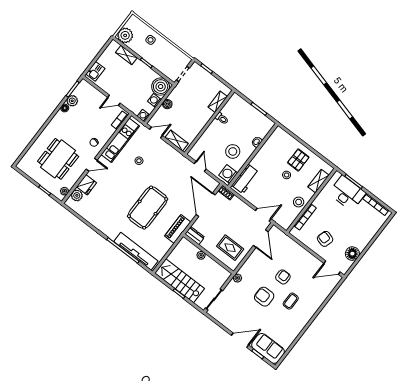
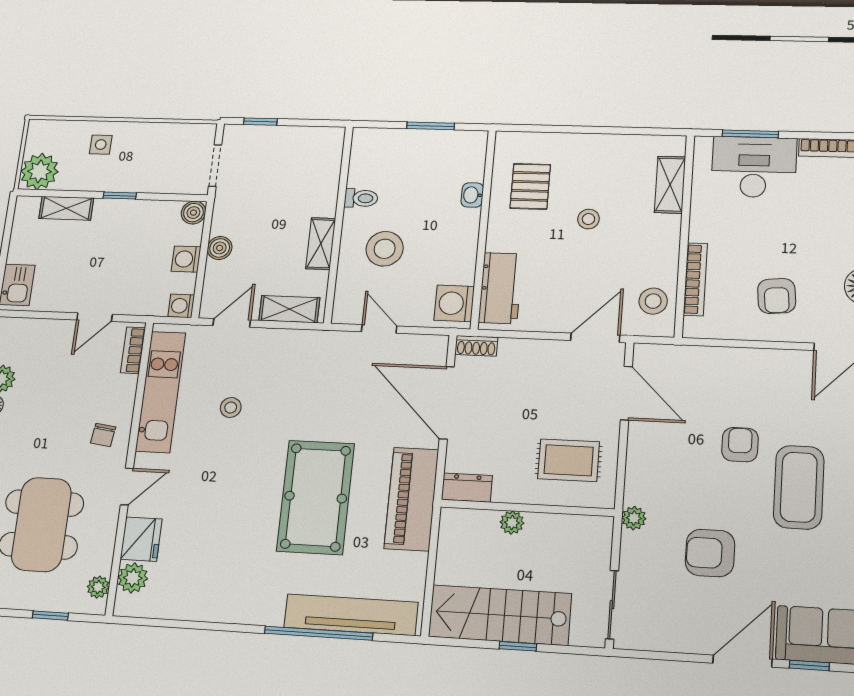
boiler: (161, 87) -> (193, 213), width x0.54, depth x0.54
shelving: (218, 102) -> (321, 244), moved
stool: (233, 151) -> (385, 249), moved
pallet: (298, 160) -> (530, 186), moved
stool: (299, 202) -> (653, 301), moved
piano: (178, 229) -> (411, 499), width x1.37, depth x1.33
armchair: (325, 239) -> (777, 296), turned -111
armchair: (264, 297) -> (710, 553), moved
coffee table: (291, 301) -> (799, 487), width x1.86, depth x1.72

